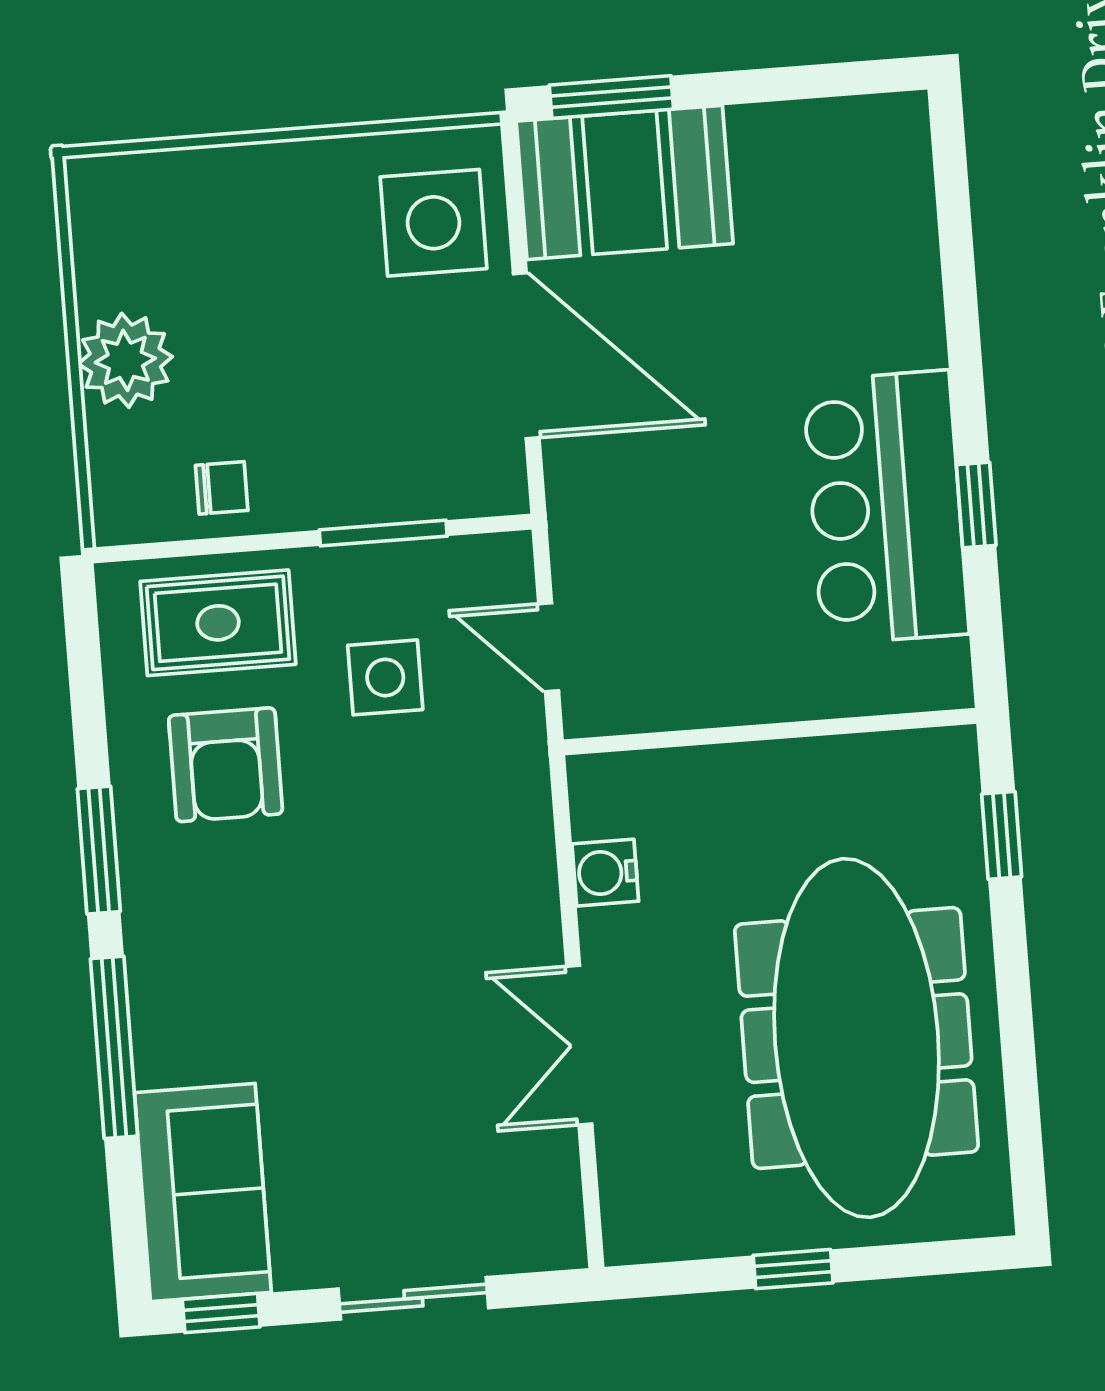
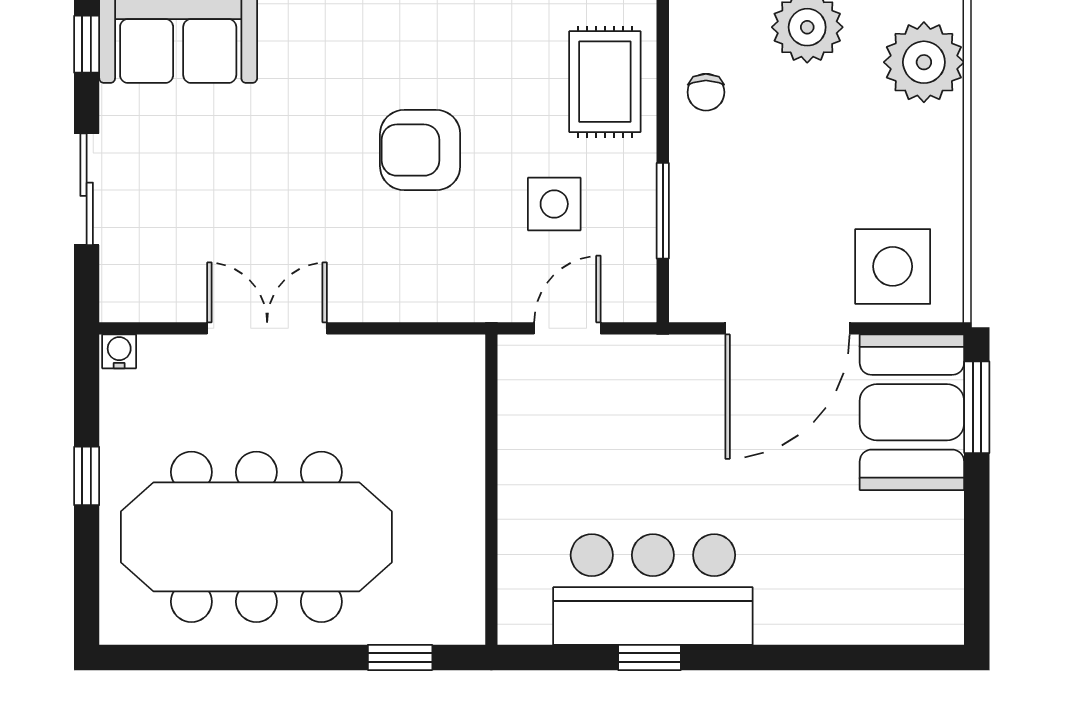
plant: (160, 202) -> (924, 62), added
armchair: (226, 765) -> (420, 150), moved
water cooler: (605, 873) -> (119, 351), moved, width x0.72, depth x0.72

